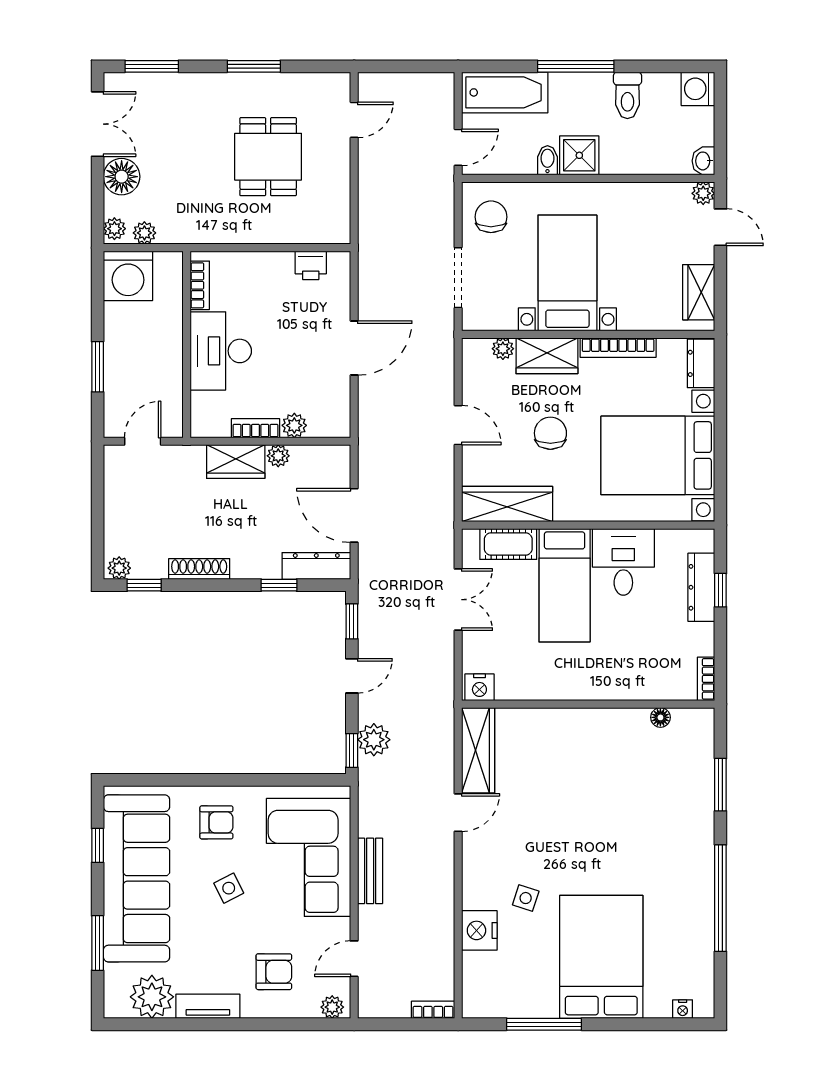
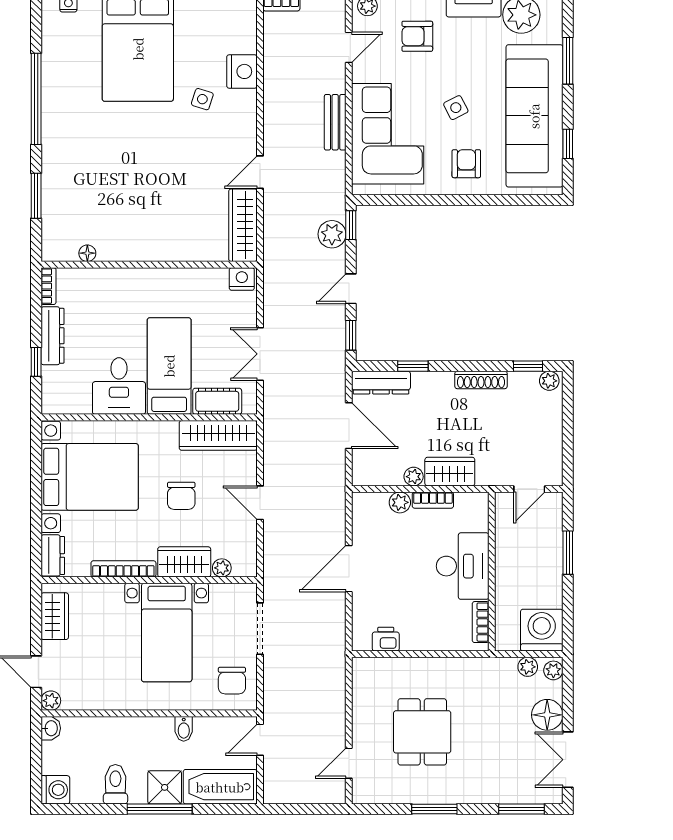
shower: (579, 155) -> (165, 787), moved
dresser: (701, 587) -> (52, 336), moved
armchair: (216, 822) -> (466, 164), turned 90

